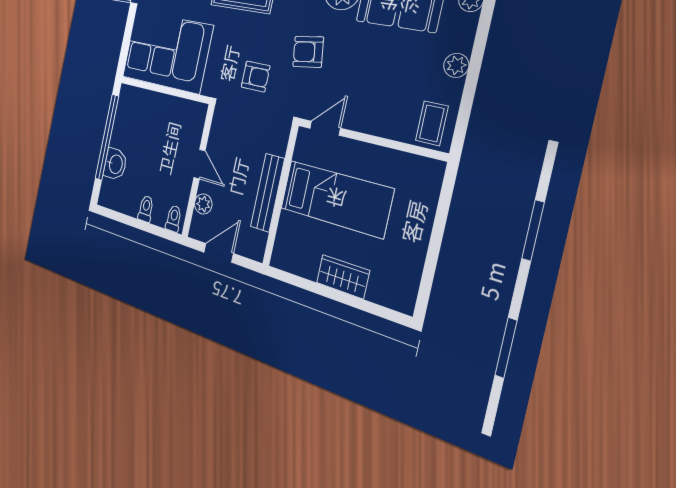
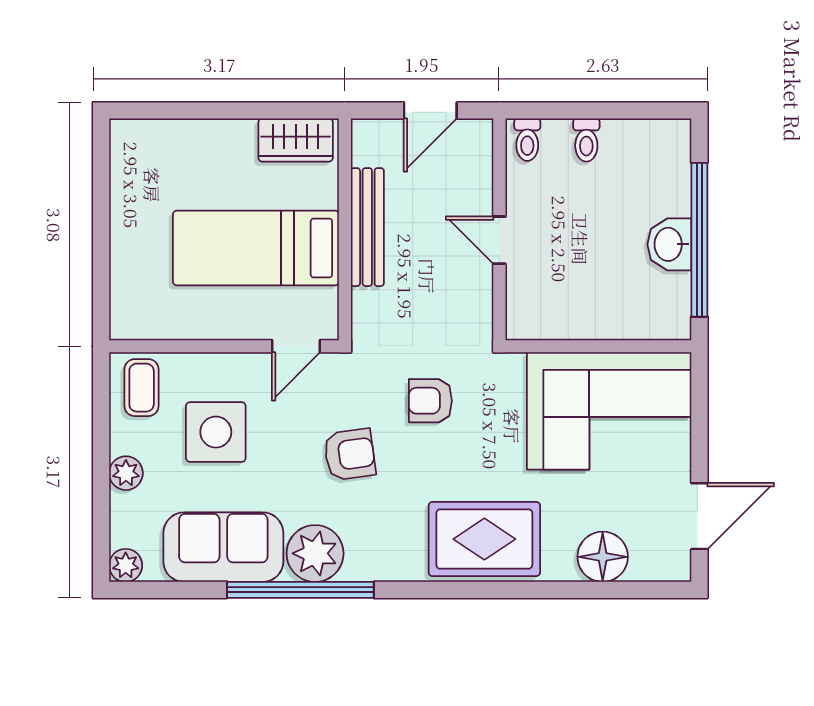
side table: (388, 82) -> (216, 432), added
washbasin: (115, 164) -> (669, 244), moved
plant: (203, 204) -> (477, 179), removed
wardrobe: (343, 277) -> (296, 140), moved

